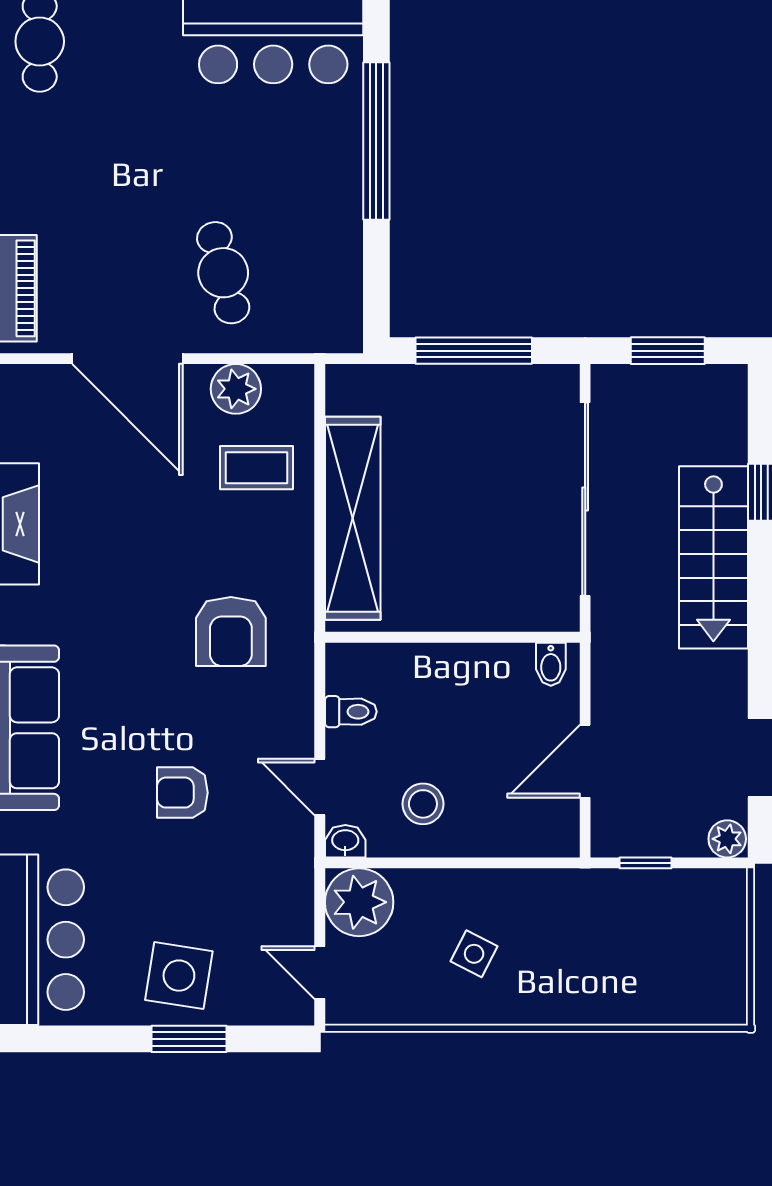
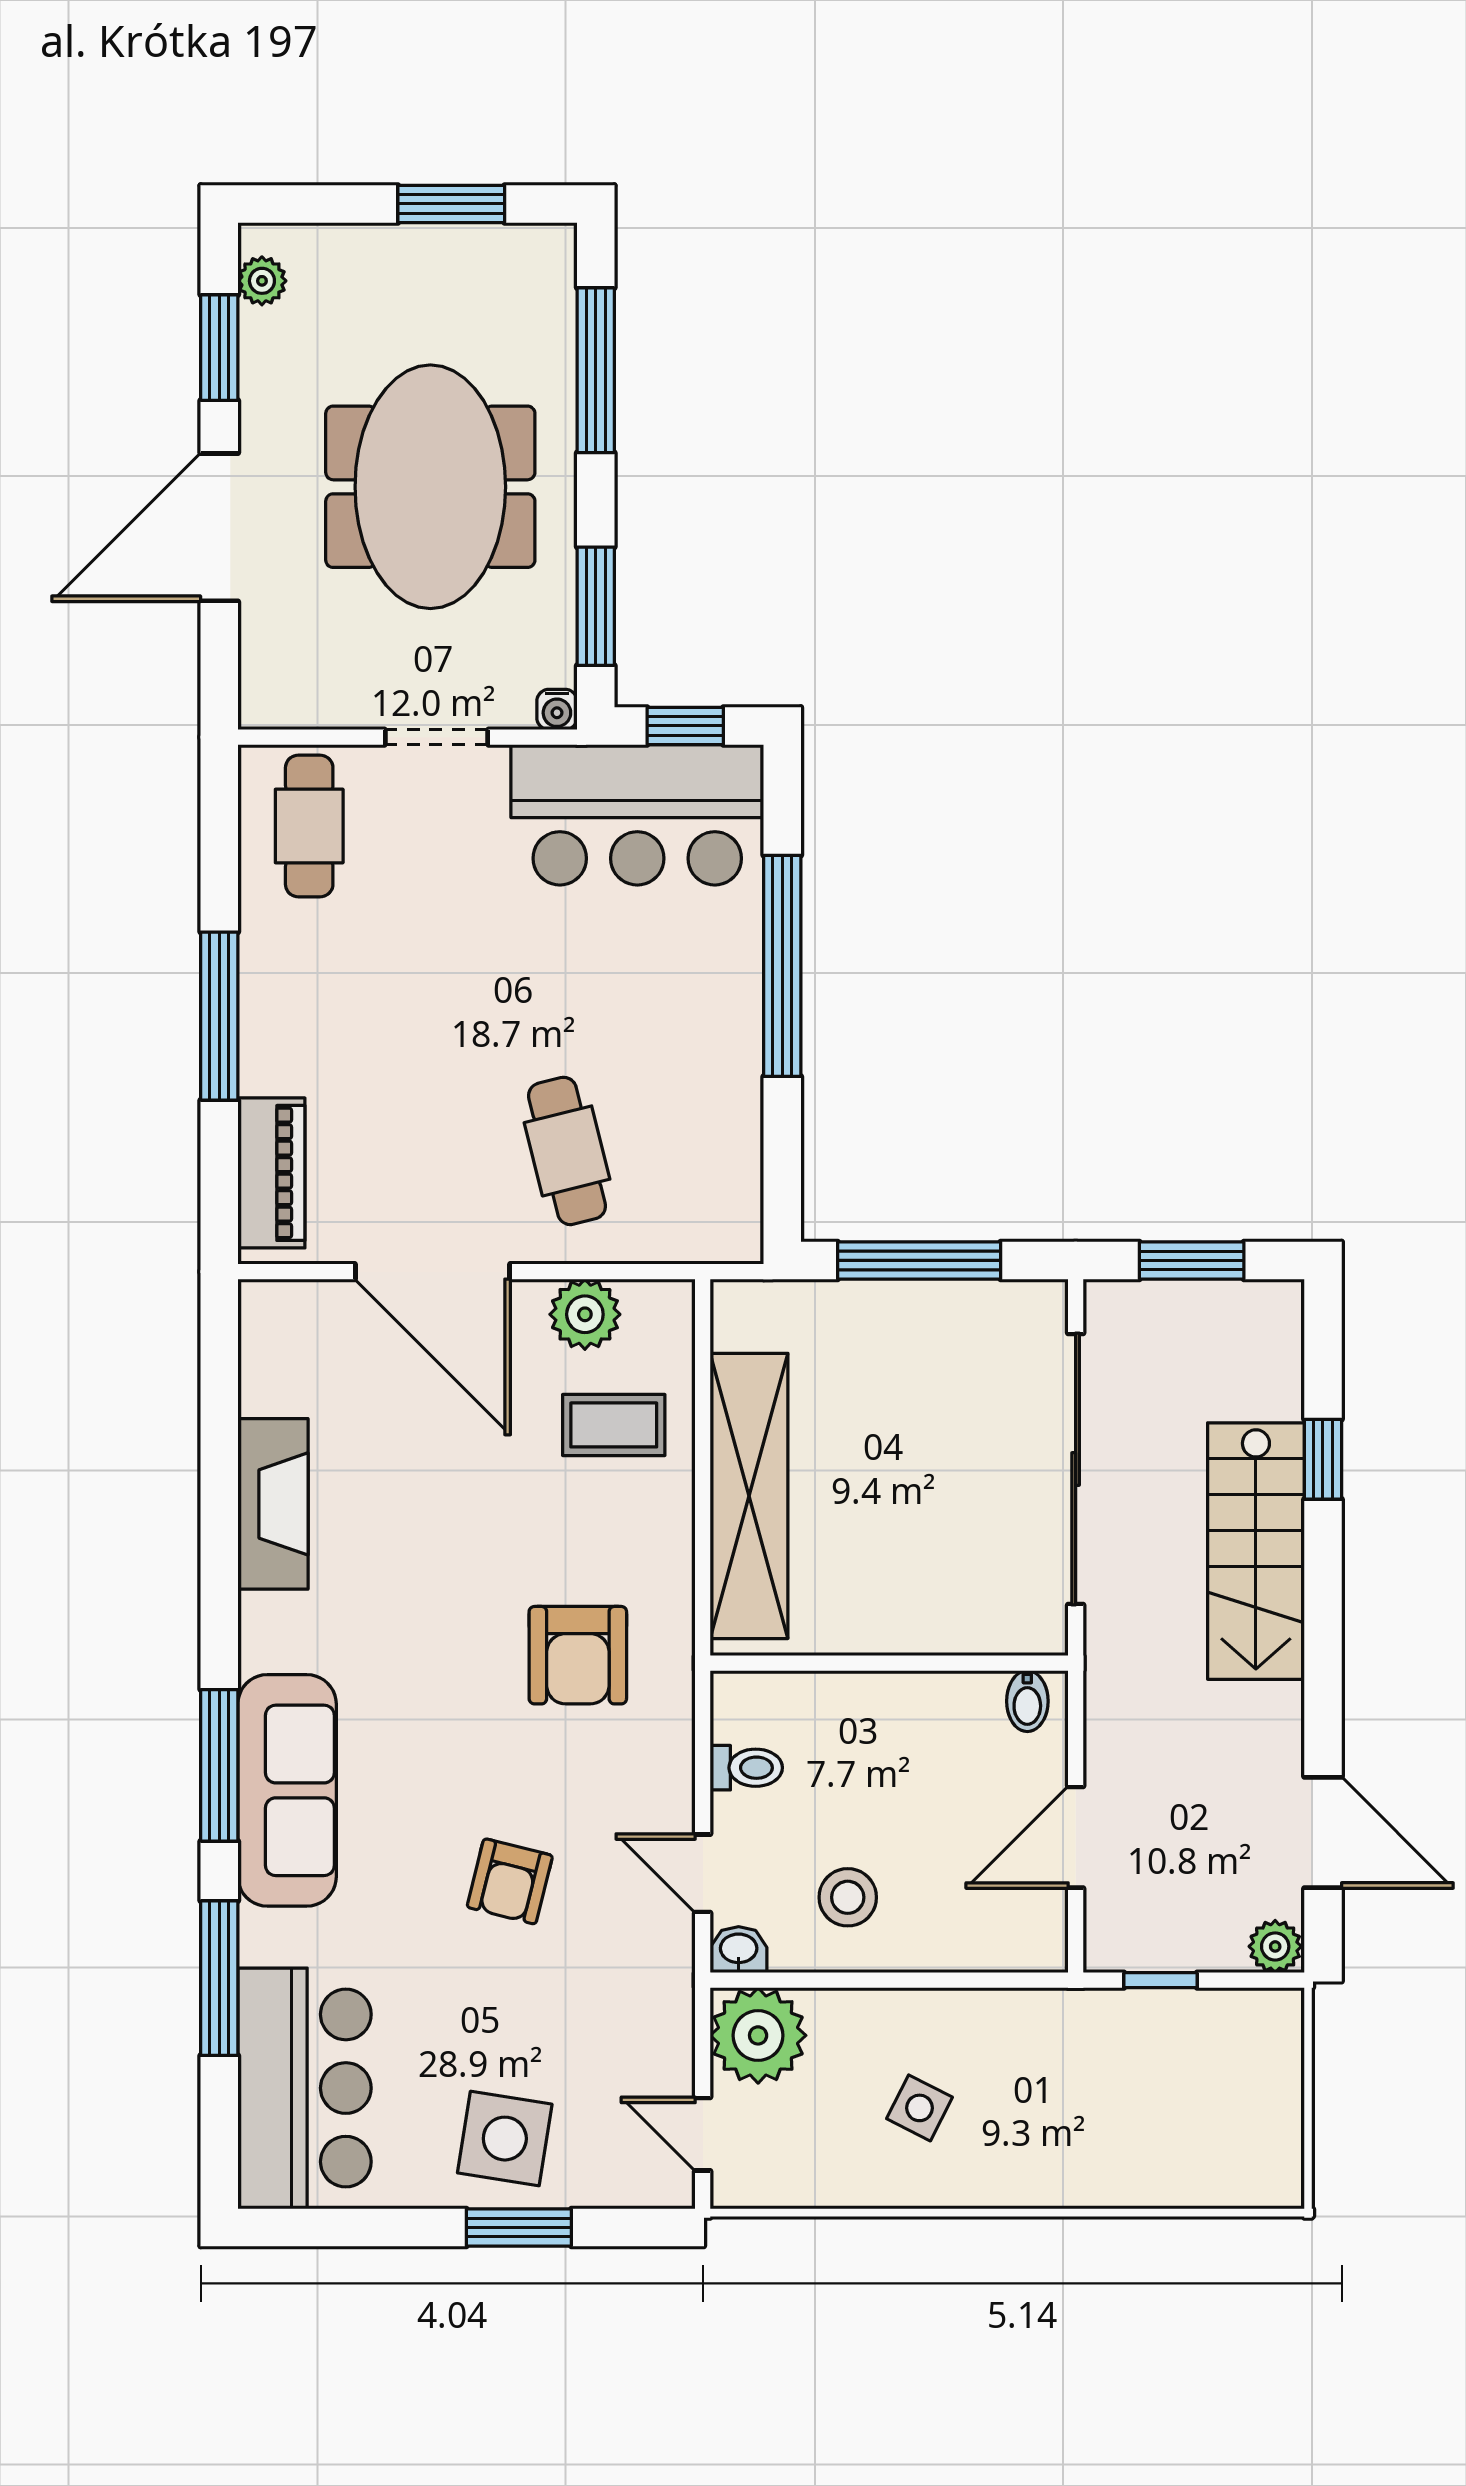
armchair: (182, 793) -> (510, 1881), turned -76

